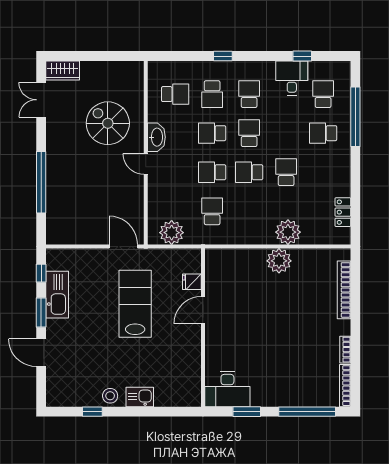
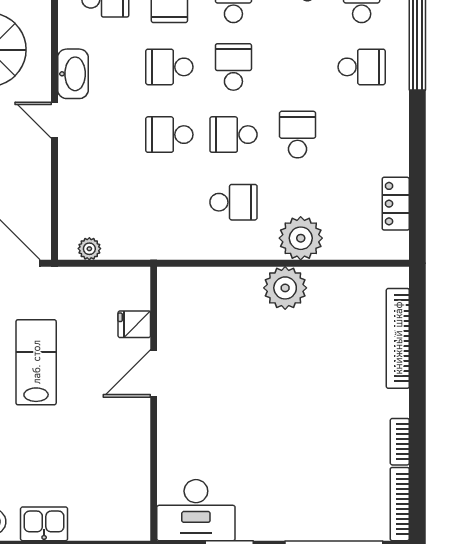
school desk: (323, 133) -> (362, 67), turned 180
school desk: (212, 211) -> (233, 202), moved, turned 90
plant: (172, 233) -> (89, 249), width x0.53, depth x0.53
lab bench: (135, 304) -> (36, 362), width x0.73, depth x0.72

